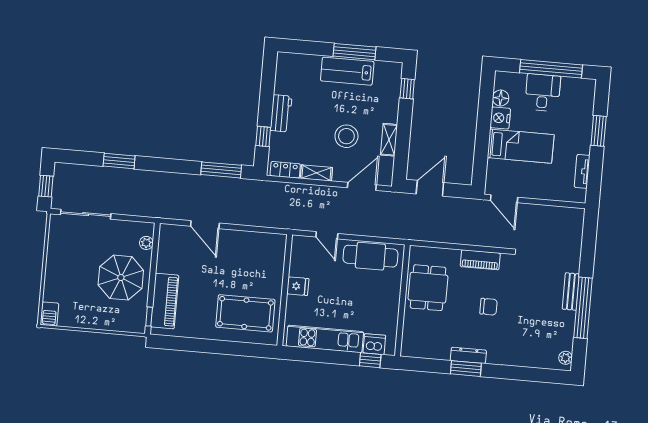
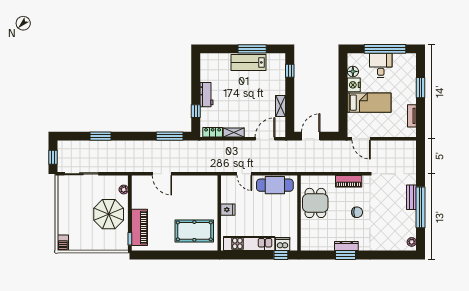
stool: (346, 136) -> (252, 106), removed

